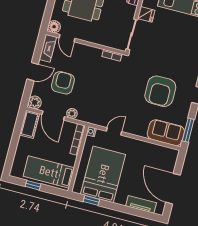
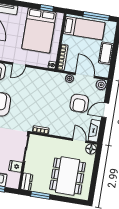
cot: (29, 124) -> (106, 53), moved
door: (114, 131) -> (19, 65), moved
window: (33, 185) -> (96, 16), width x2.17

